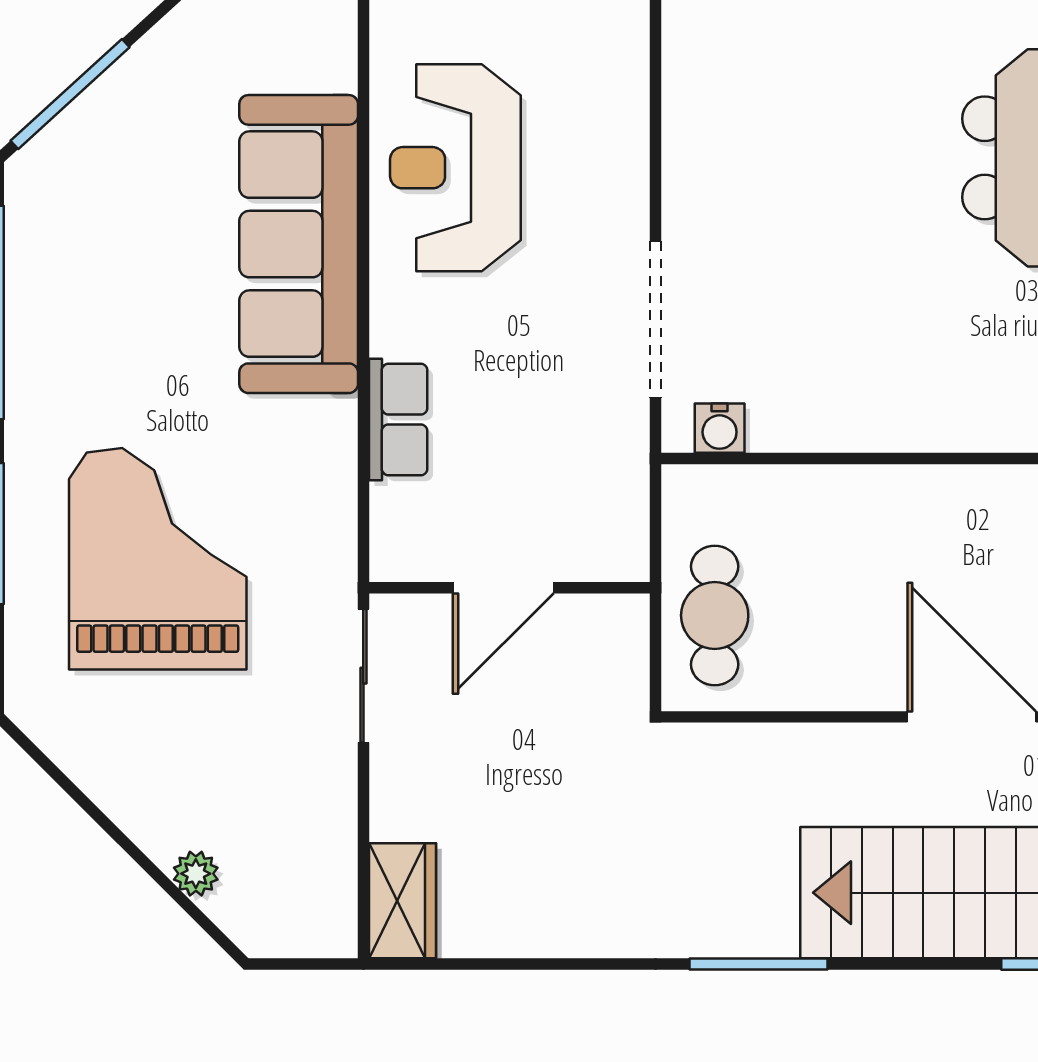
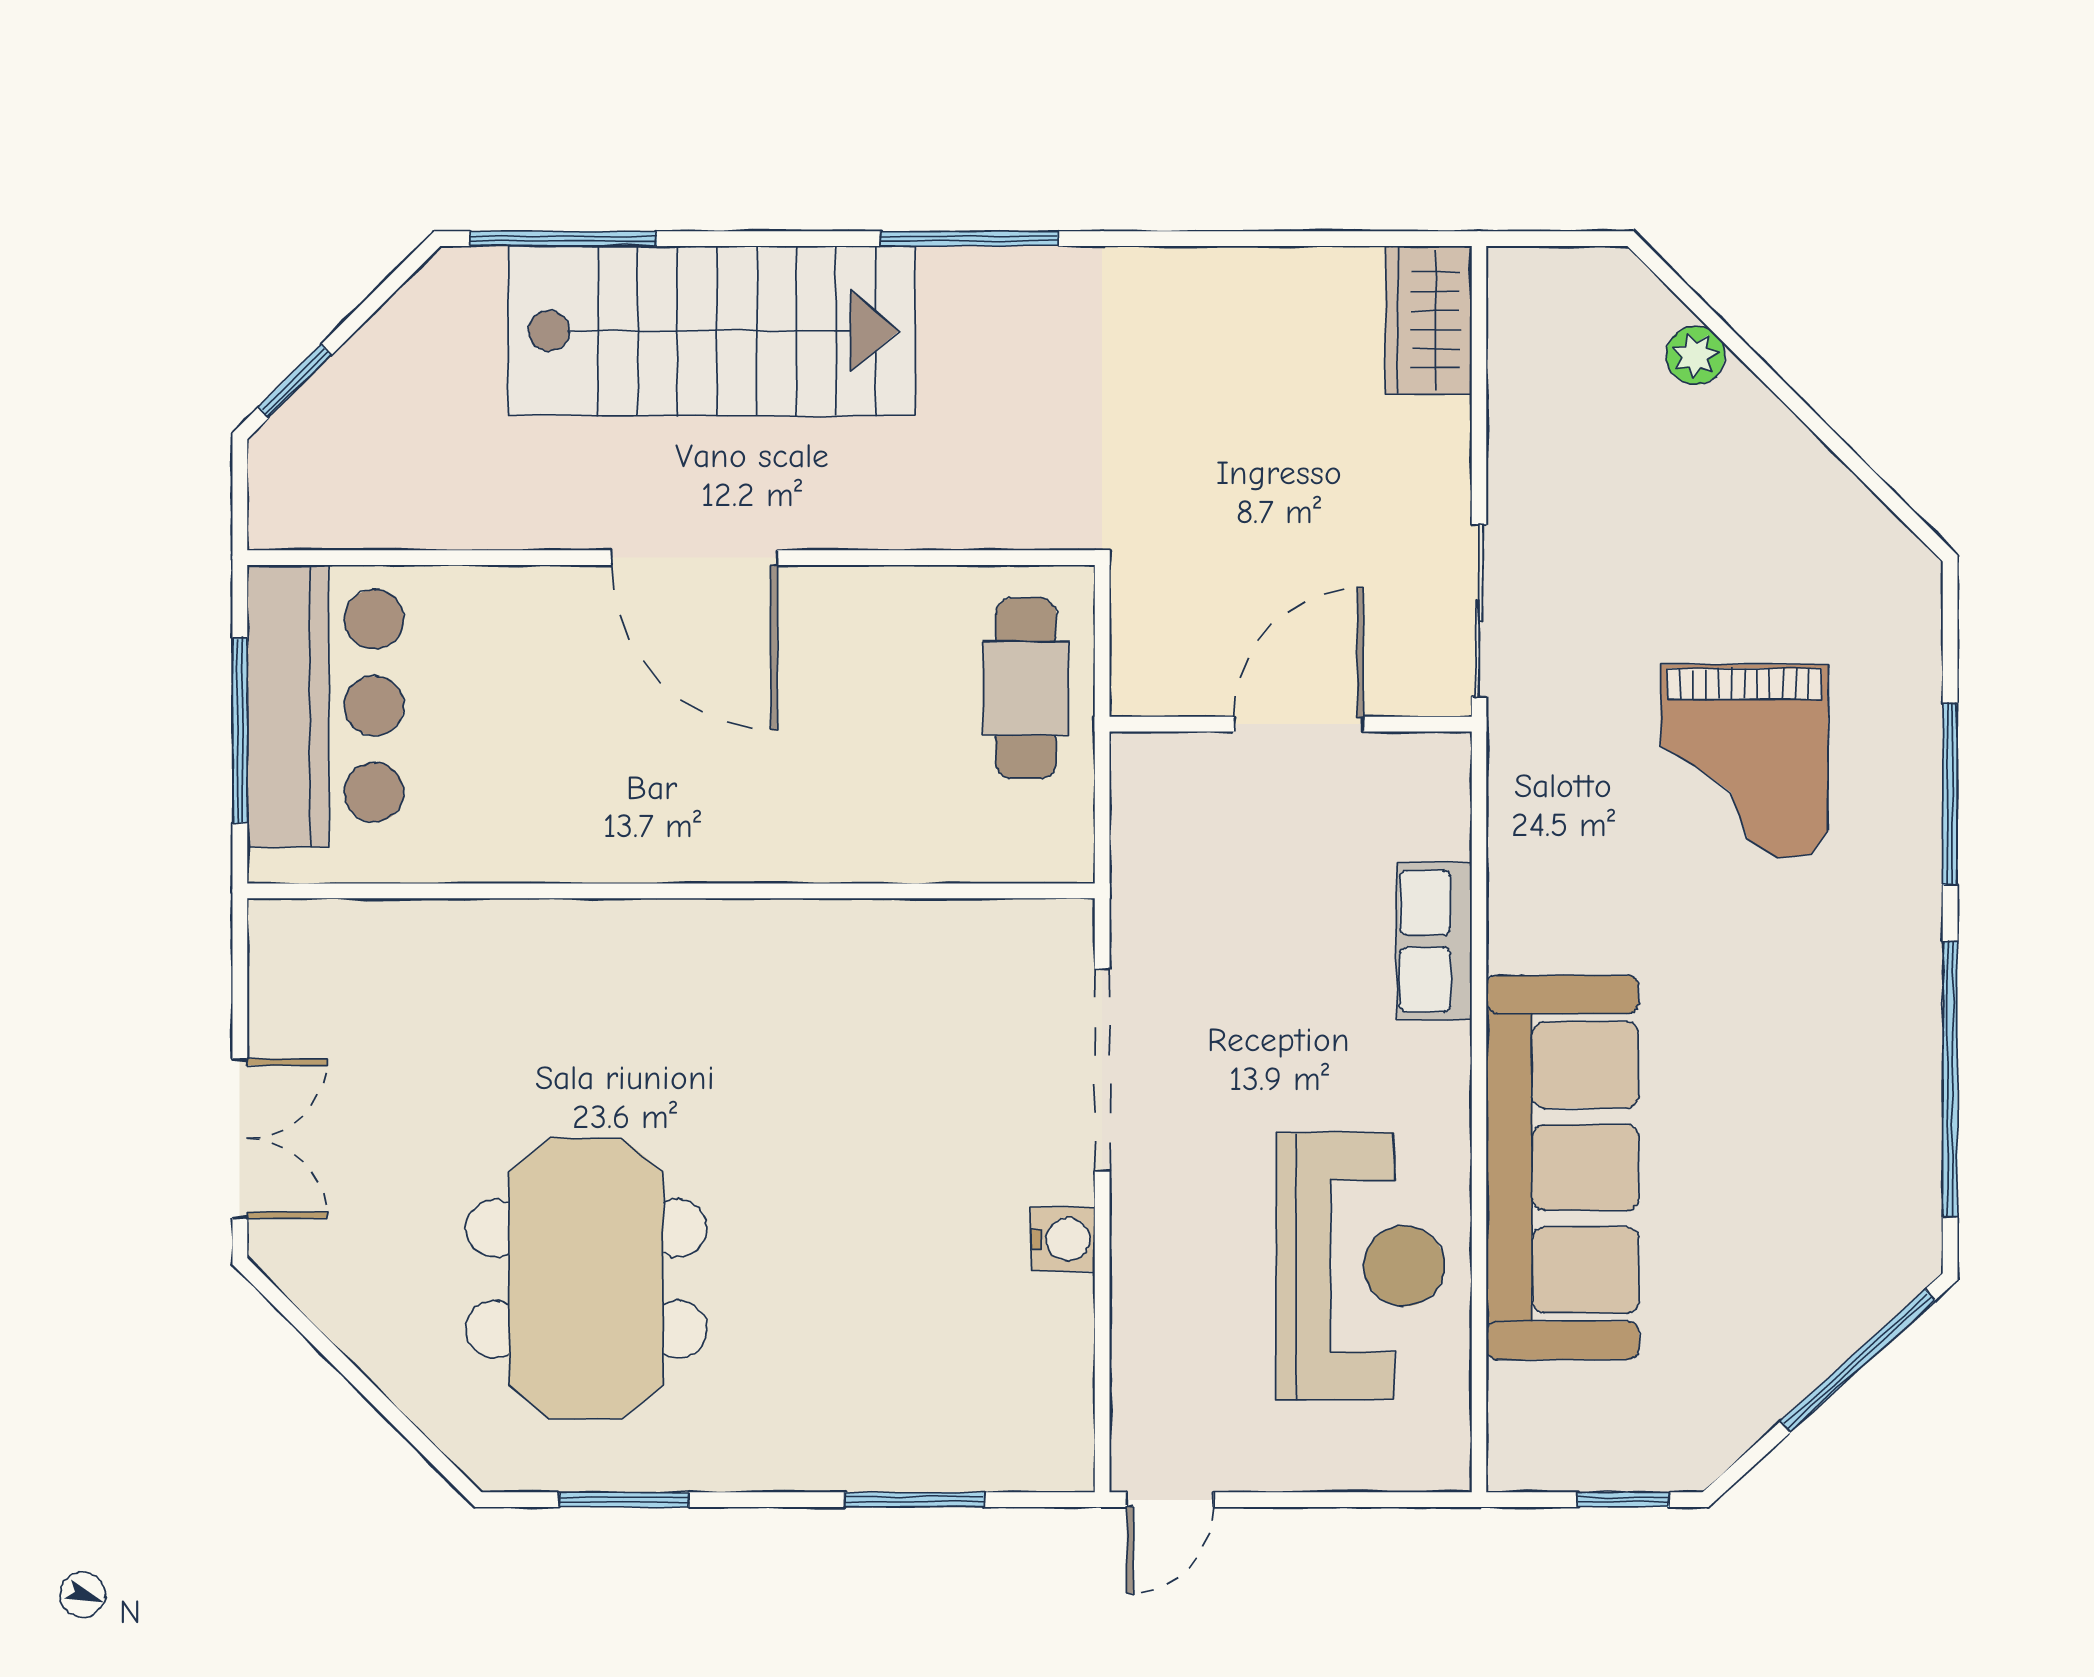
water cooler: (720, 428) -> (1063, 1239), moved, turned 90
grand piano: (158, 559) -> (1744, 761), width x0.73, depth x0.68

